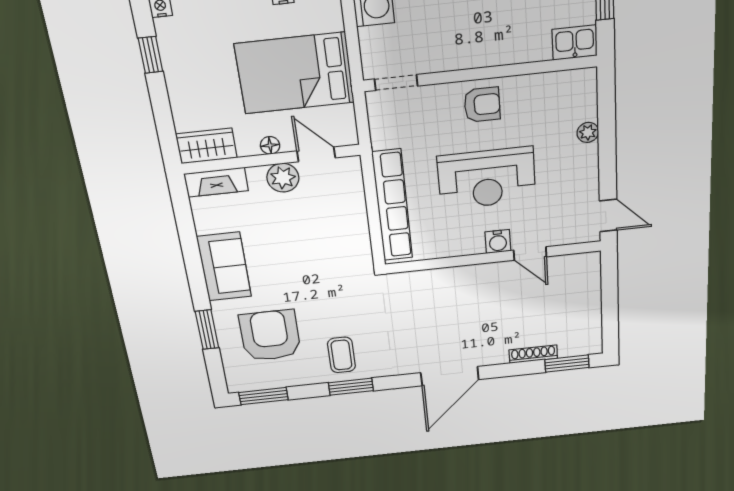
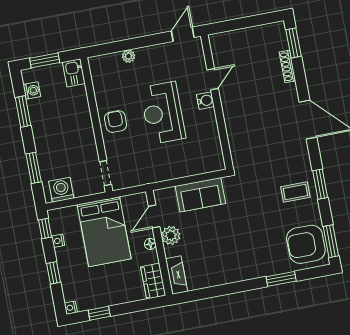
reception desk: (487, 178) -> (163, 113), turned 180
row of seats: (392, 206) -> (185, 168), removed
sofa: (224, 267) -> (200, 195), moved, turned 180
armchair: (270, 336) -> (306, 244), moved

